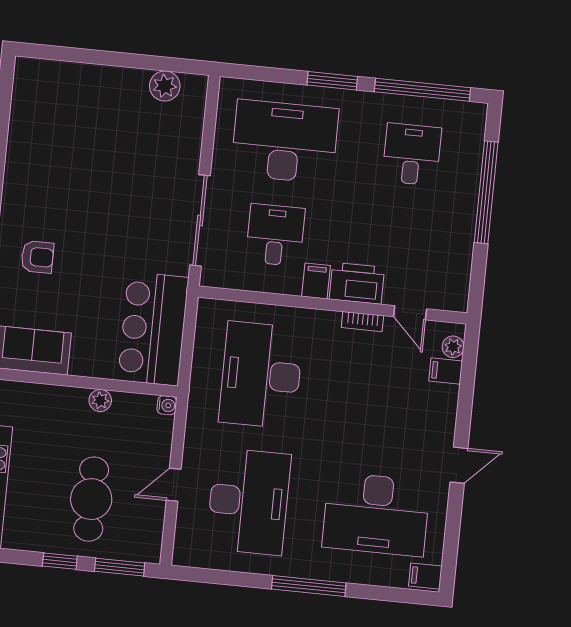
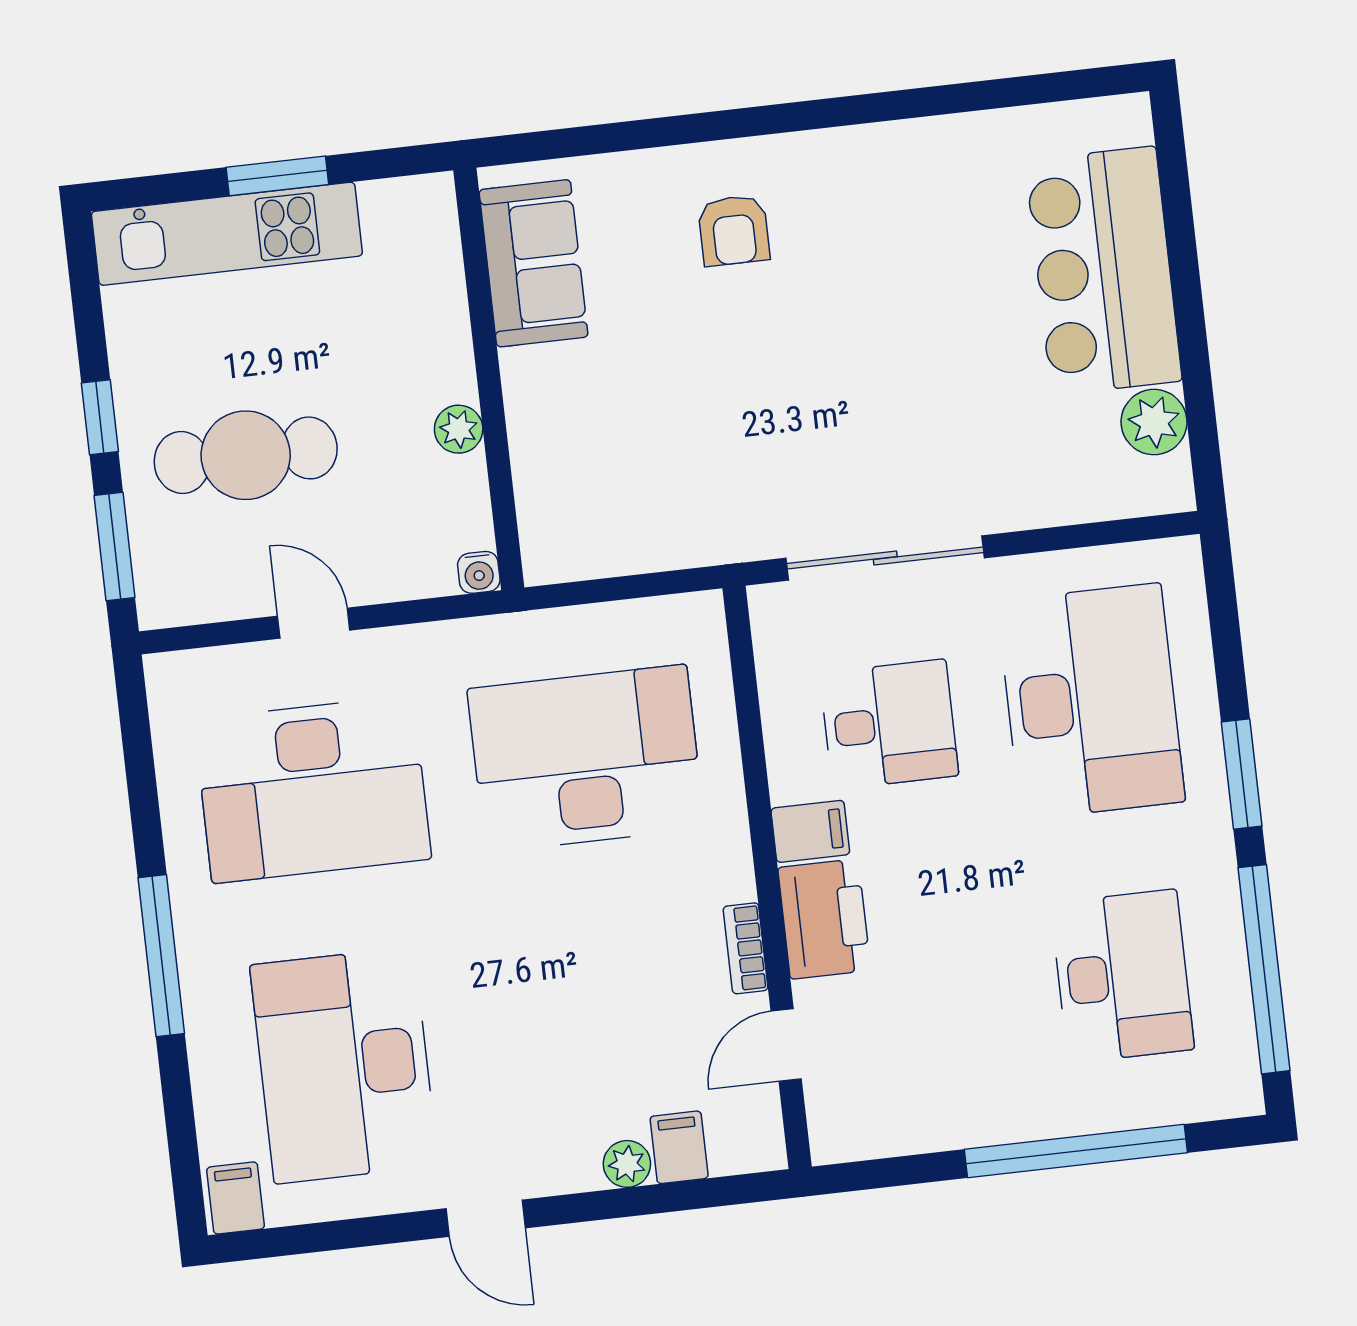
desk: (412, 154) -> (1122, 976), width x1.37
bar counter: (153, 329) -> (1103, 271), moved, turned -90
plant: (453, 347) -> (627, 1164), moved

